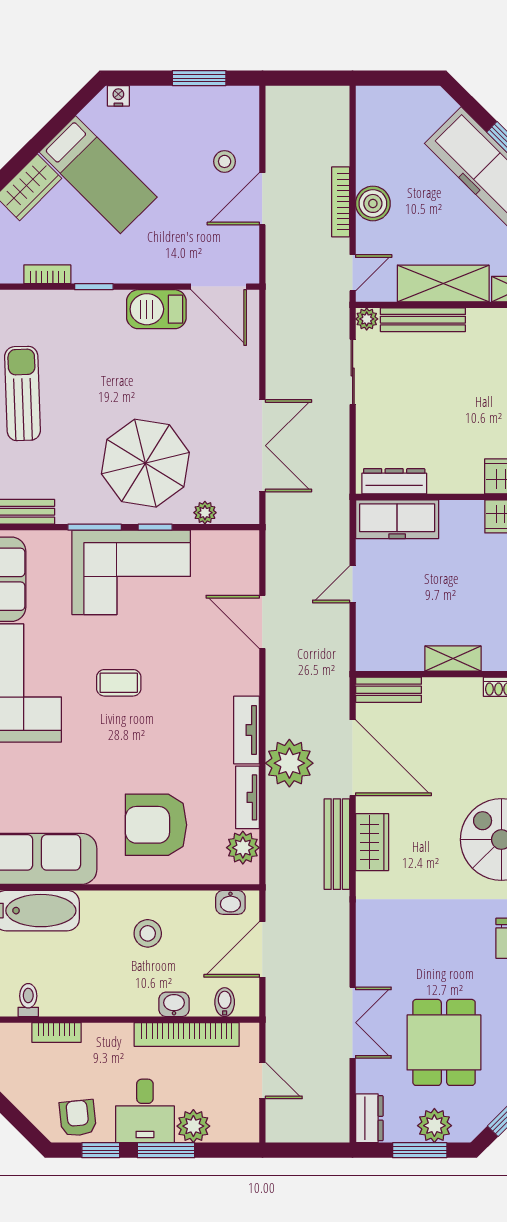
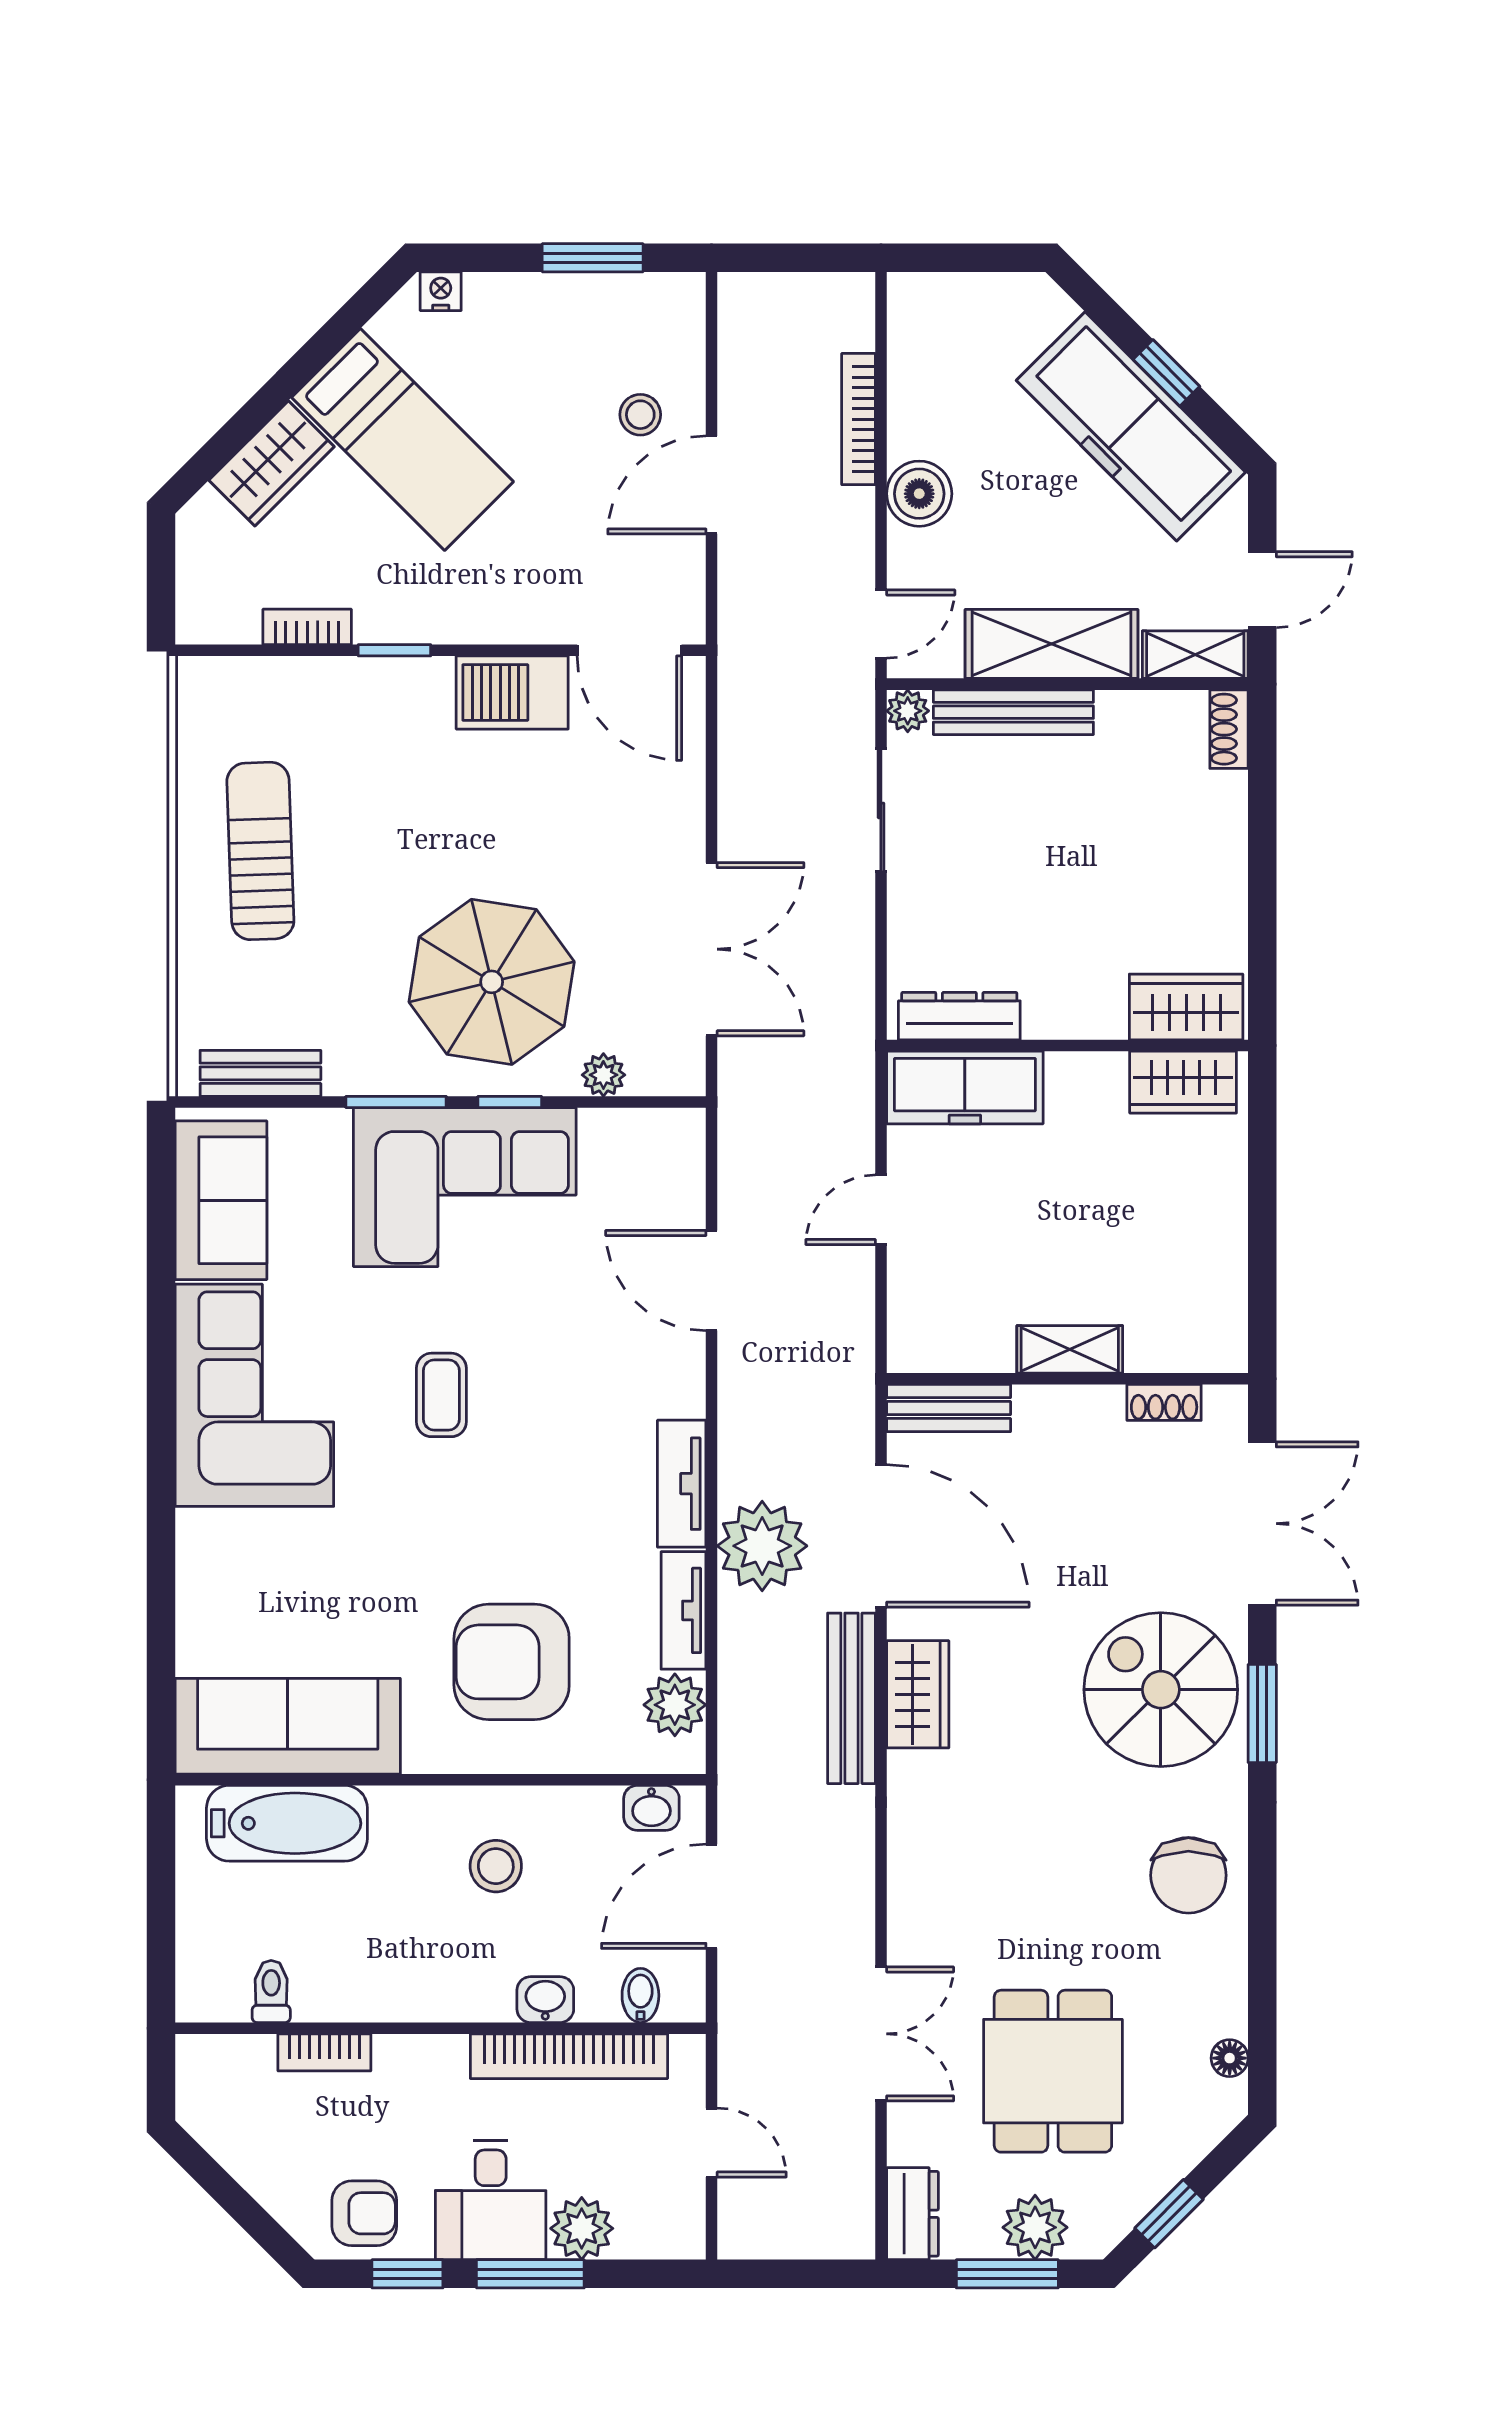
bookcase: (341, 202) -> (859, 419), moved
coffee table: (119, 683) -> (441, 1395), turned 90
armchair: (78, 1118) -> (364, 2213), turned 96

